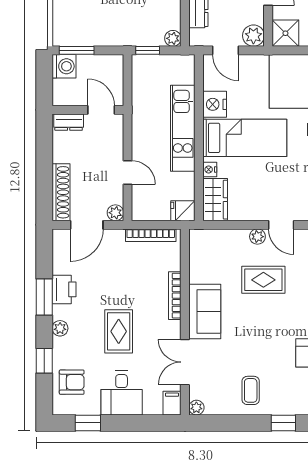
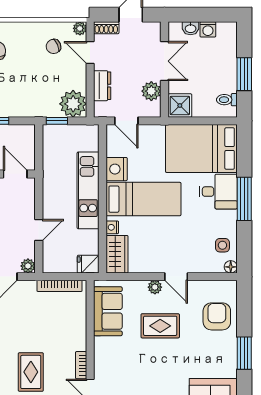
plant: (253, 36) -> (151, 91), moved
plant: (173, 38) -> (73, 104), width x1.87, depth x1.87
door: (127, 172) -> (39, 230), hinge flipped
bookcase: (175, 296) -> (81, 365), moved, width x0.64
sofa: (205, 312) -> (108, 311), moved

